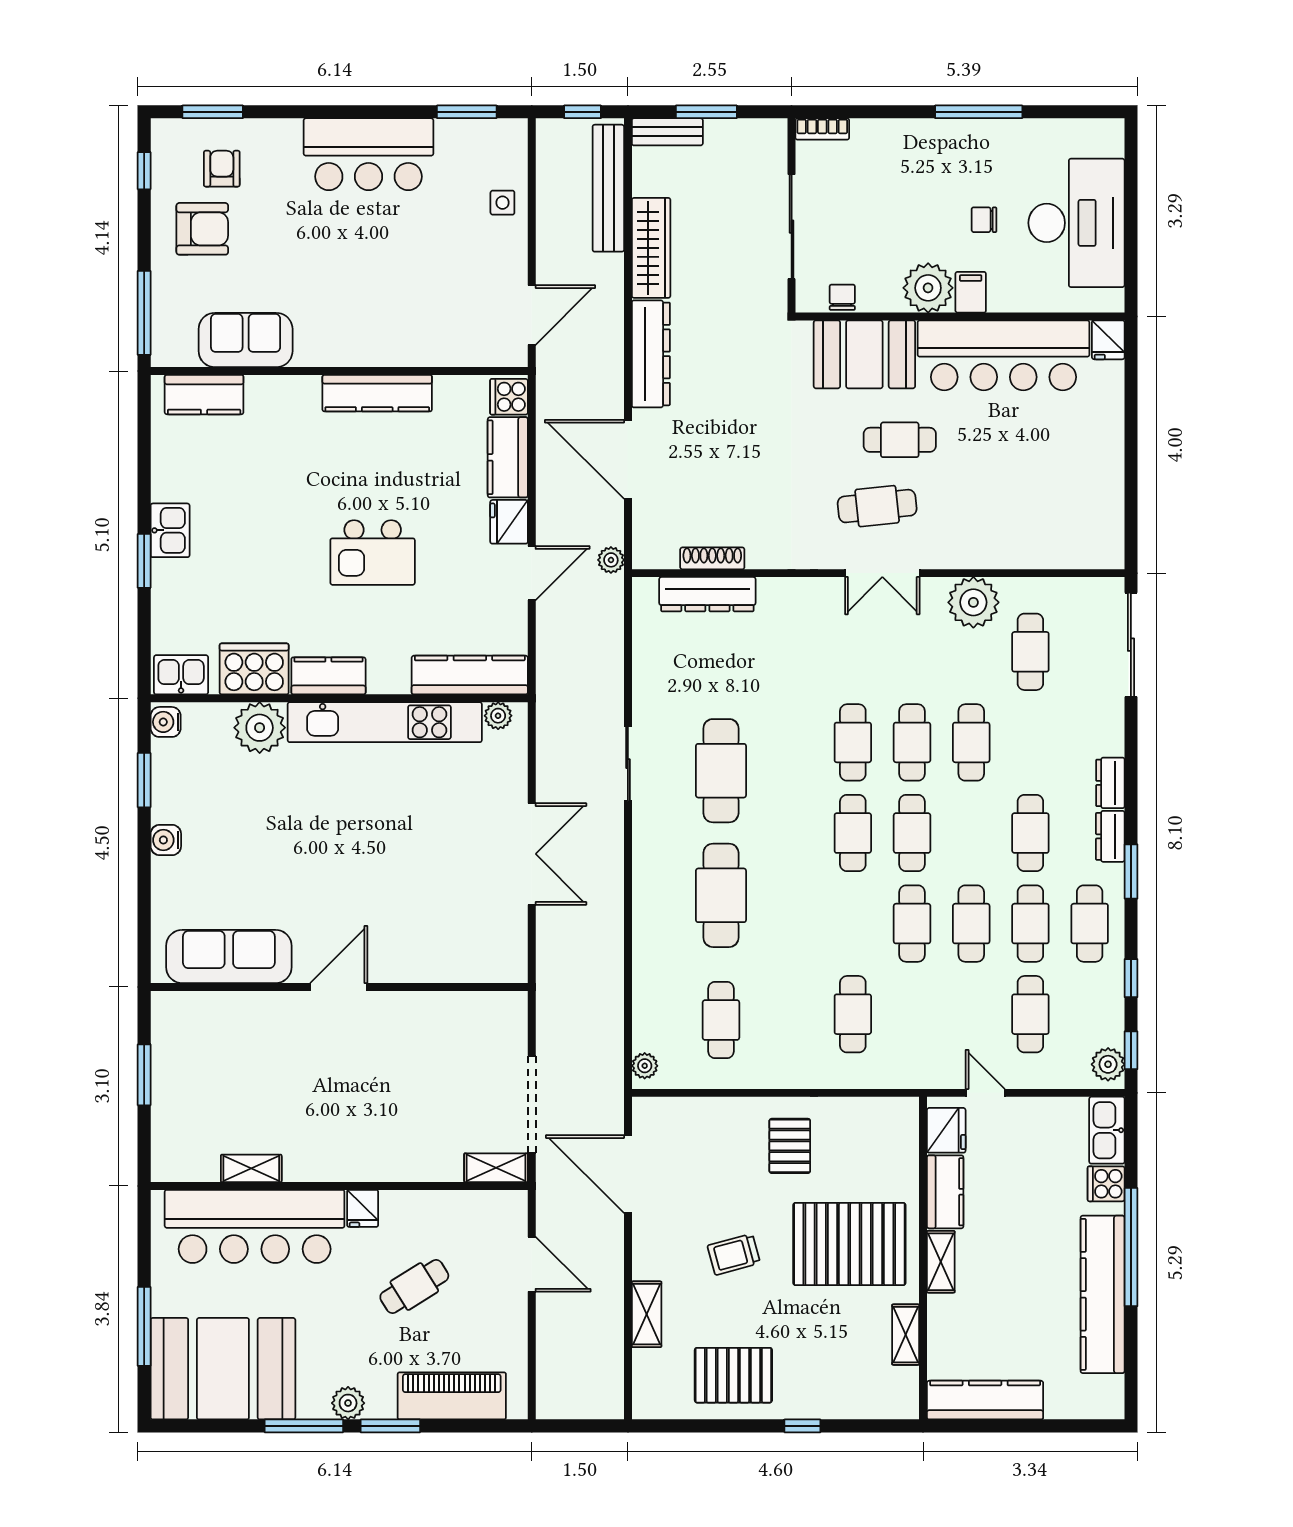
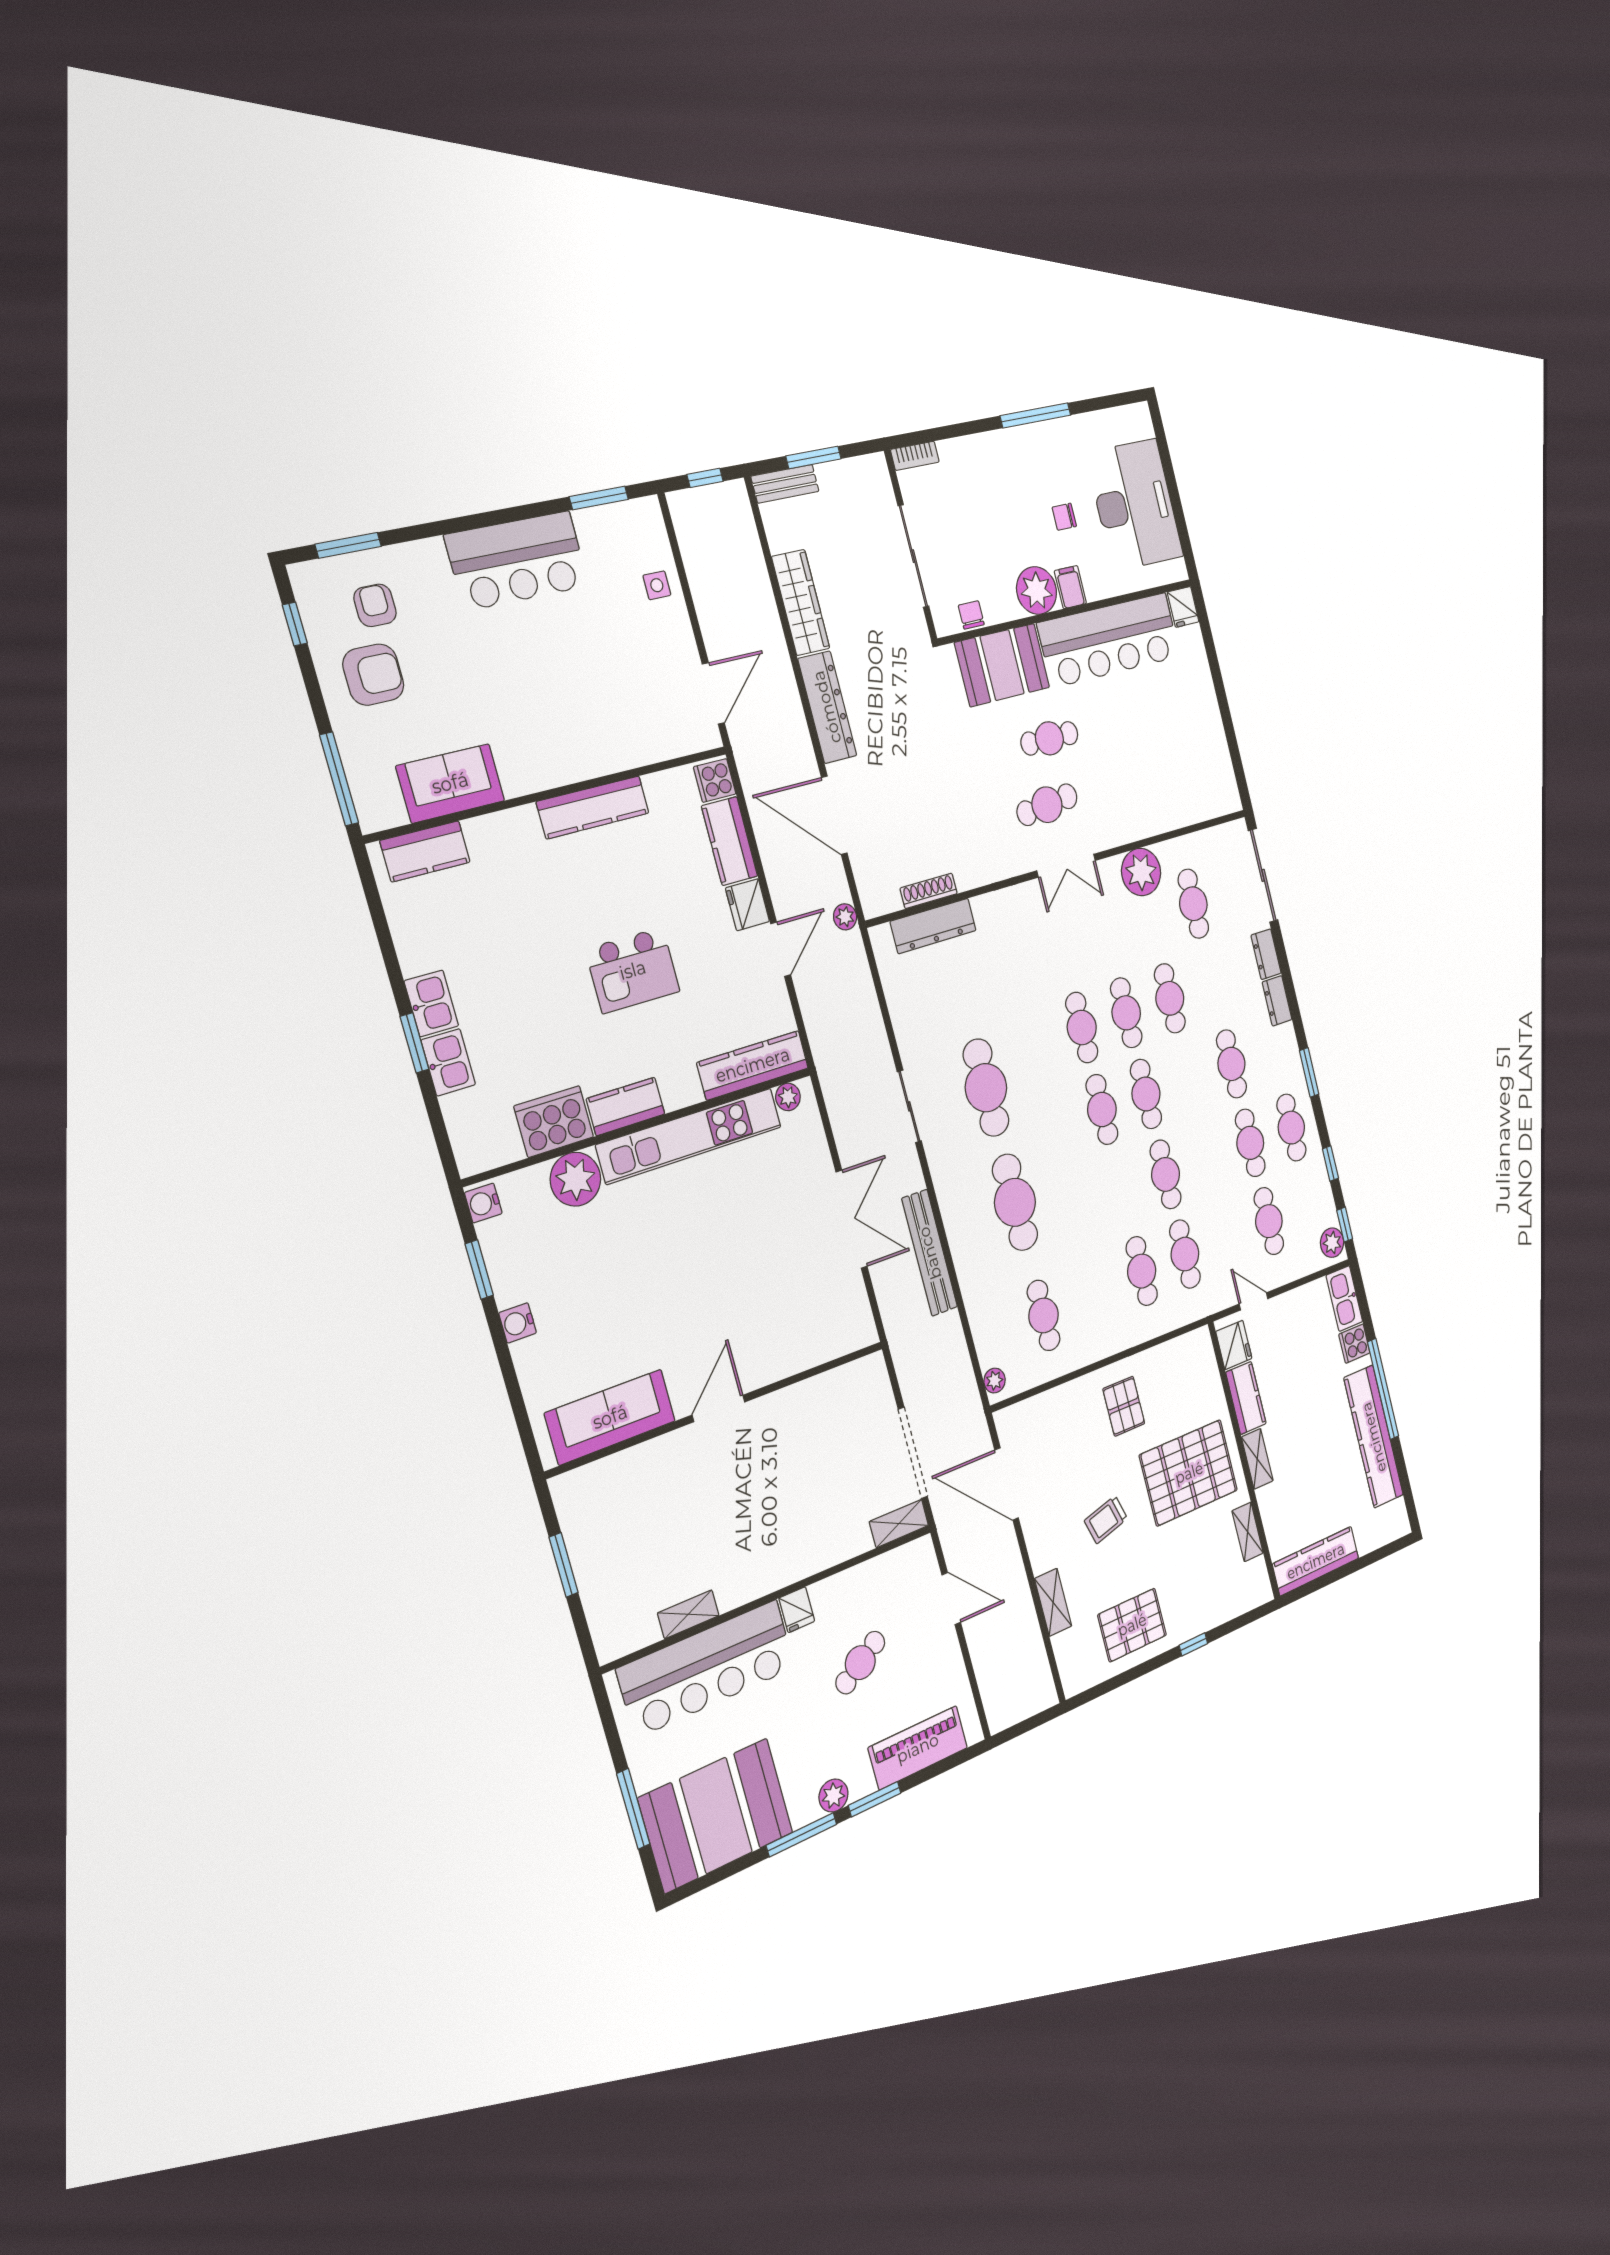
bench: (608, 188) -> (930, 1253), moved
kitchen sink: (181, 675) -> (448, 1062), moved, turned 90
dresser: (1110, 836) -> (1266, 954), moved
cafe table: (971, 924) -> (1185, 1254), moved

